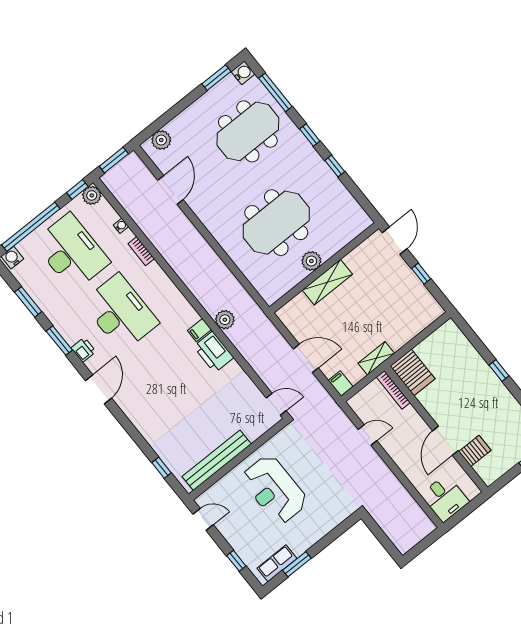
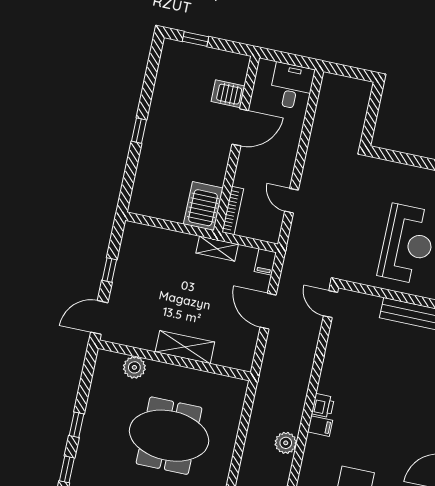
plant: (311, 261) -> (134, 367), moved
plant: (225, 320) -> (286, 443), moved
printer: (214, 352) -> (323, 406), width x0.53, depth x0.68

